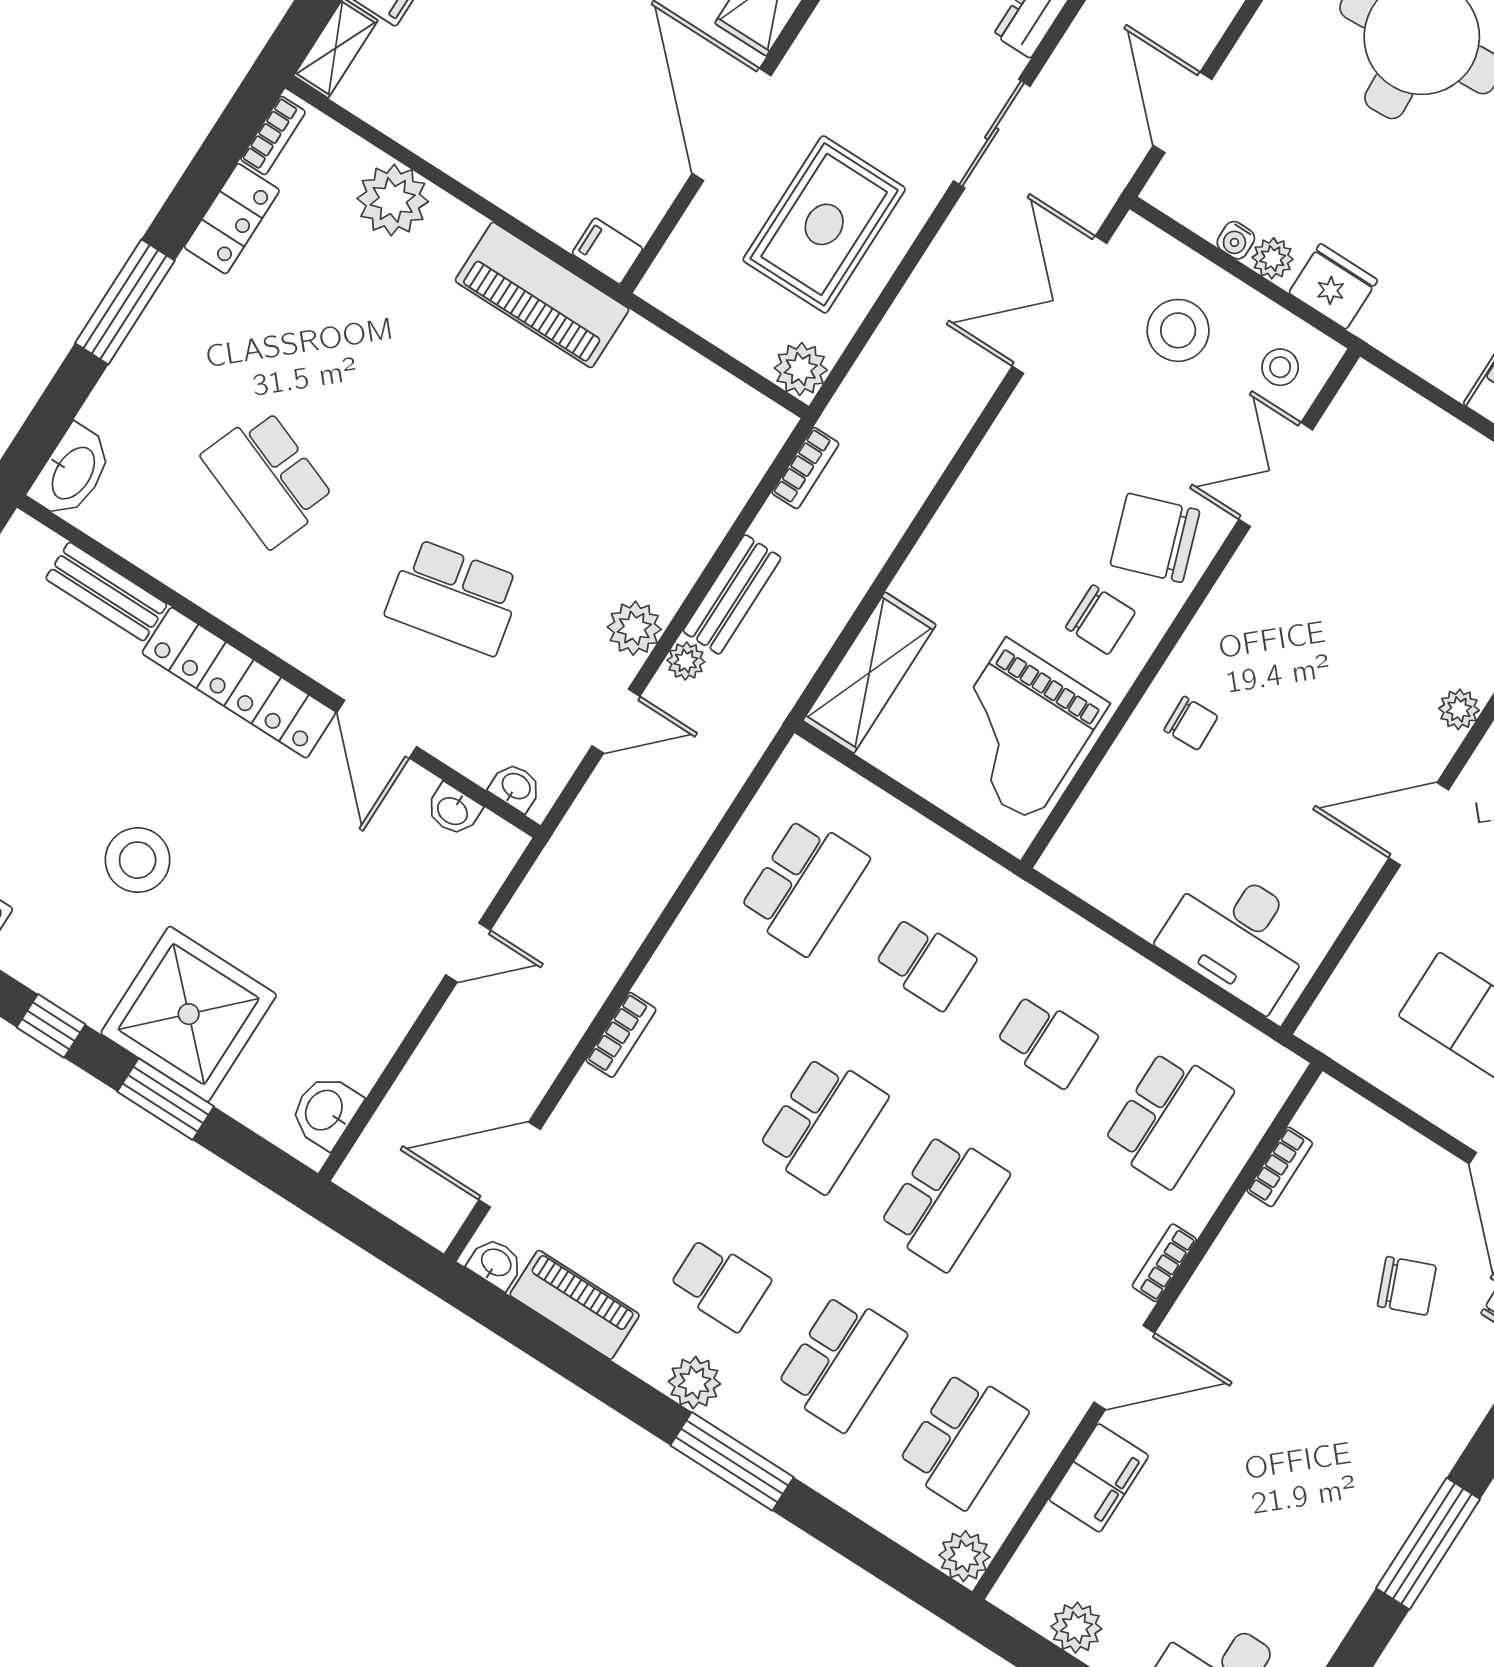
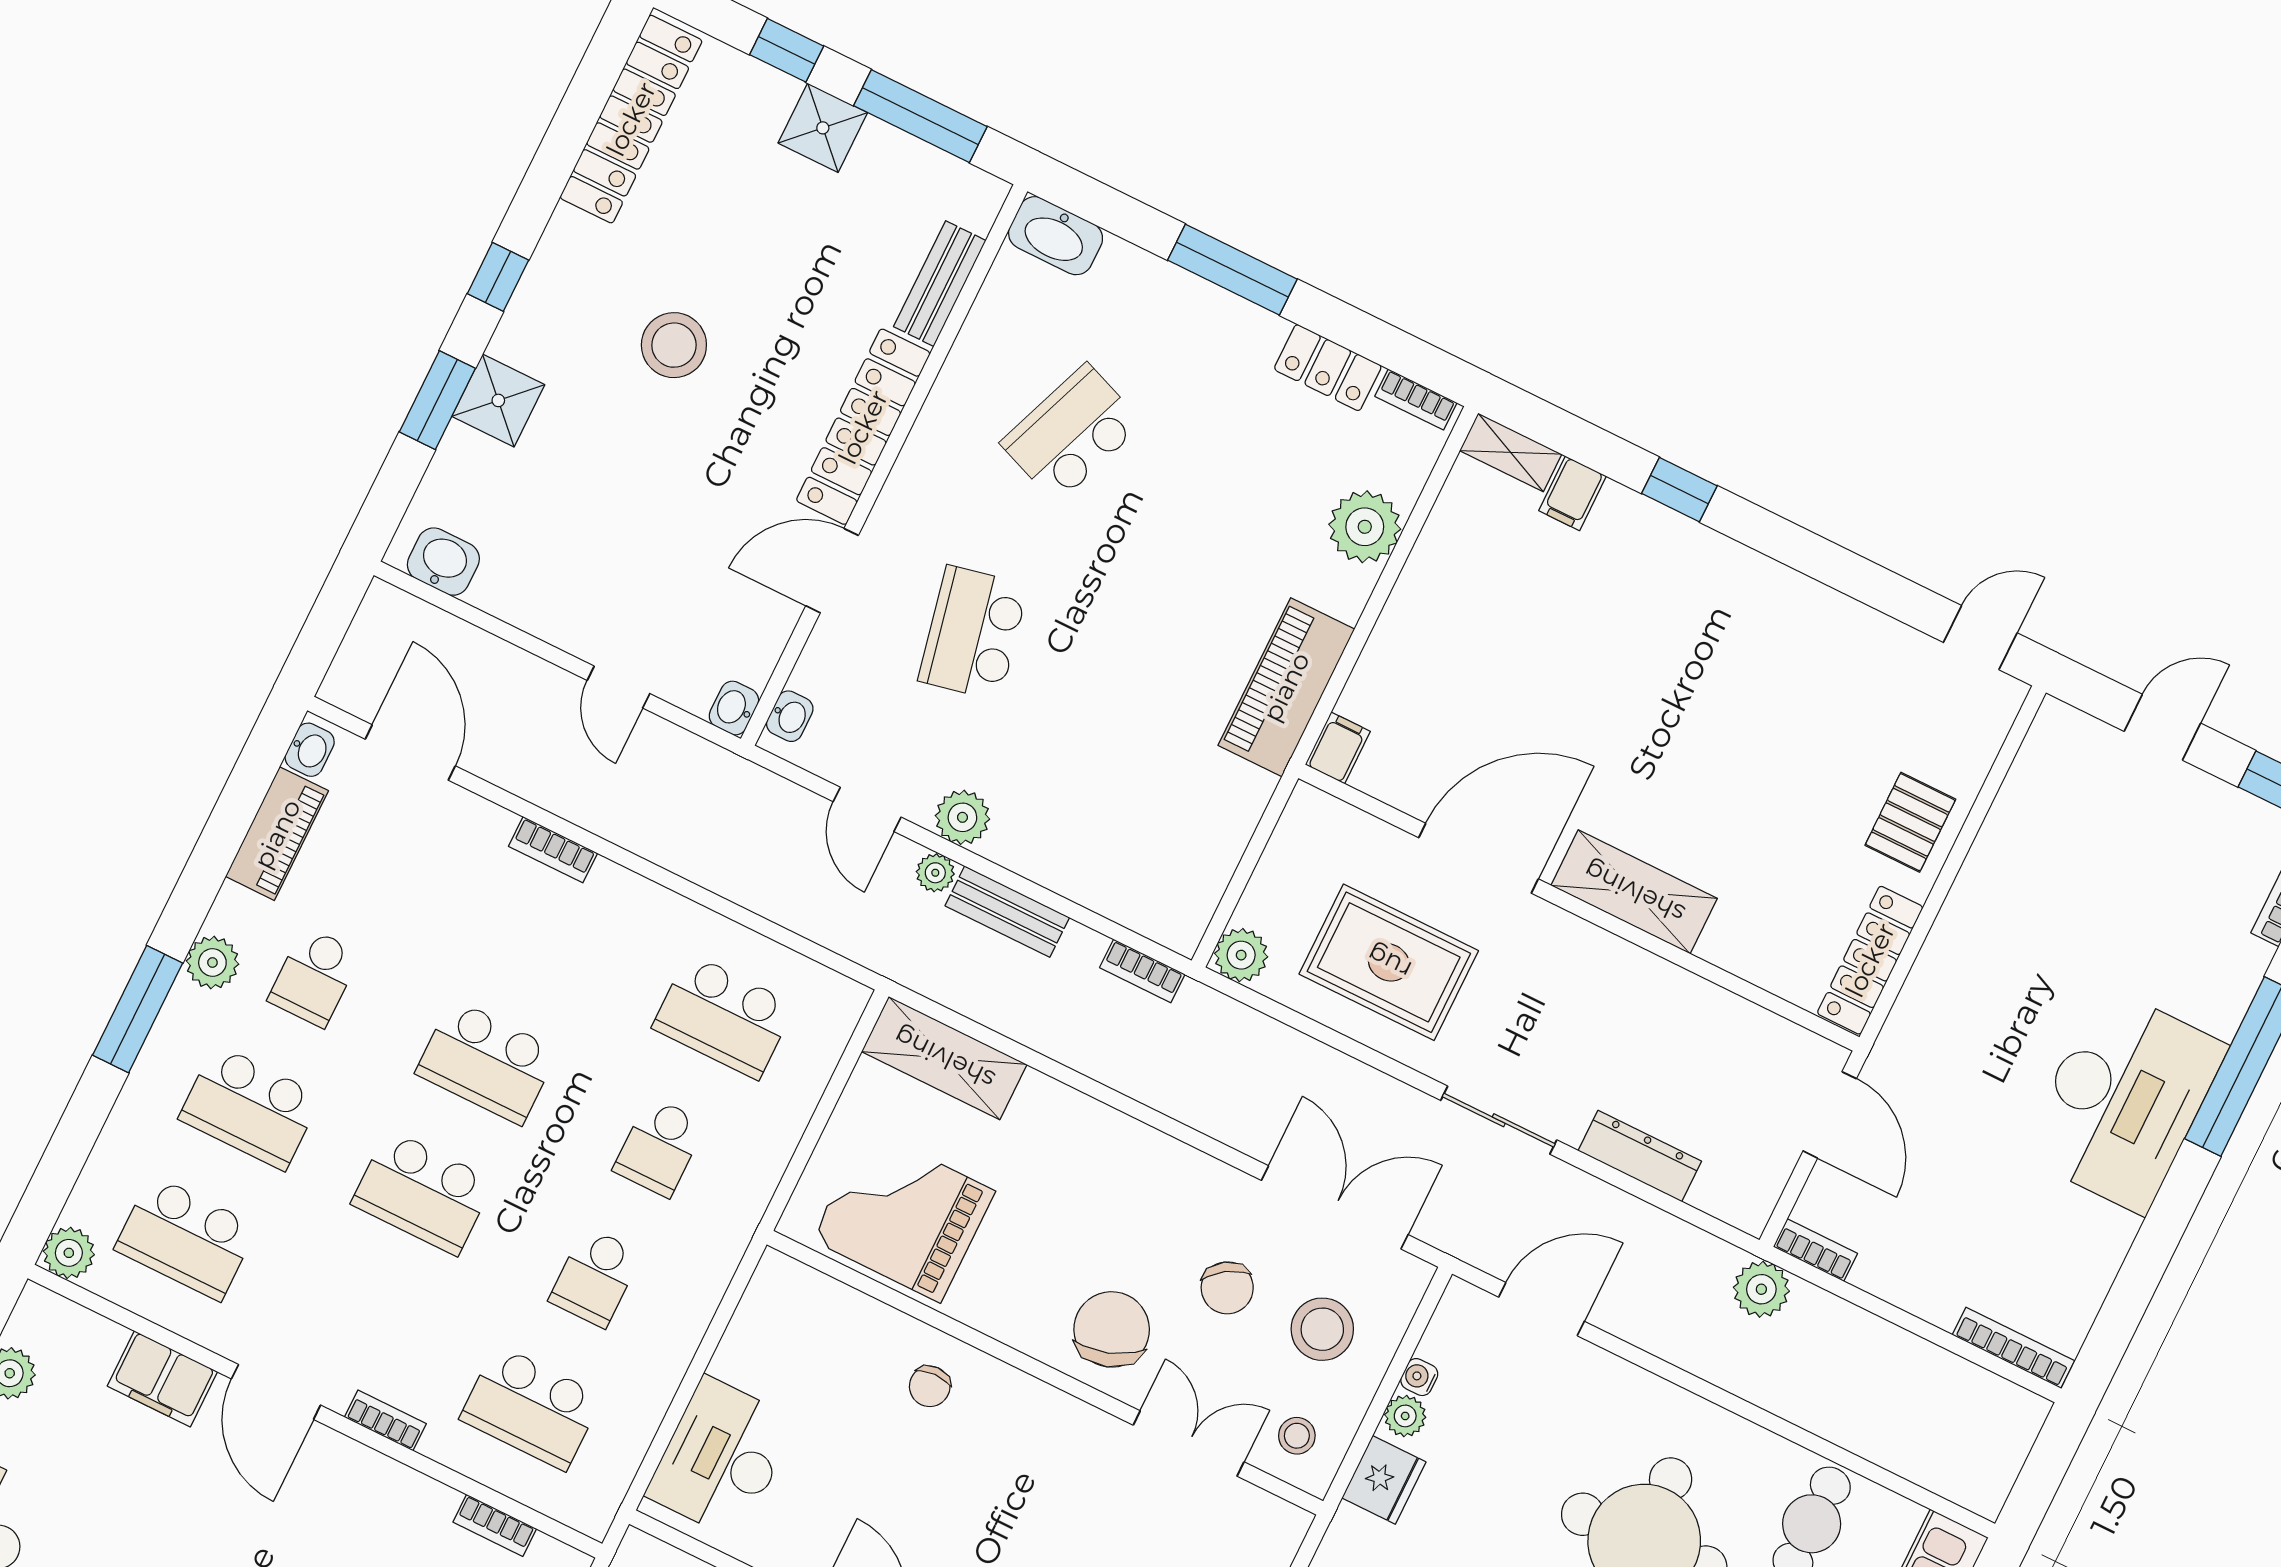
chair: (1101, 620) -> (1227, 1288), moved, turned -33
washbasin: (453, 810) -> (734, 708), moved
shower: (189, 1014) -> (498, 400), width x0.54, depth x0.54

